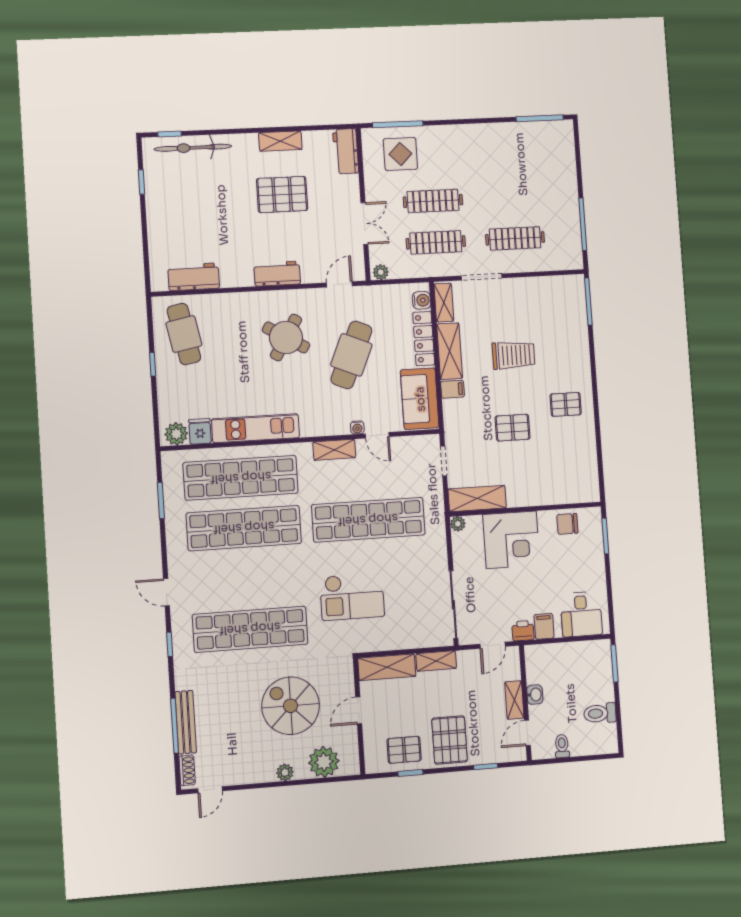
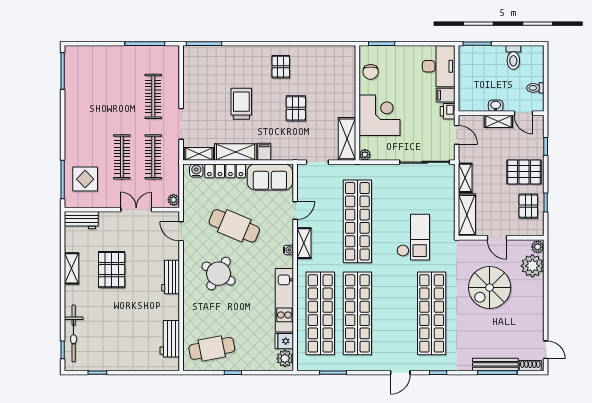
water cooler: (357, 428) -> (289, 250), moved
desk: (581, 614) -> (439, 66), width x1.37
plant: (285, 772) -> (538, 247), moved

